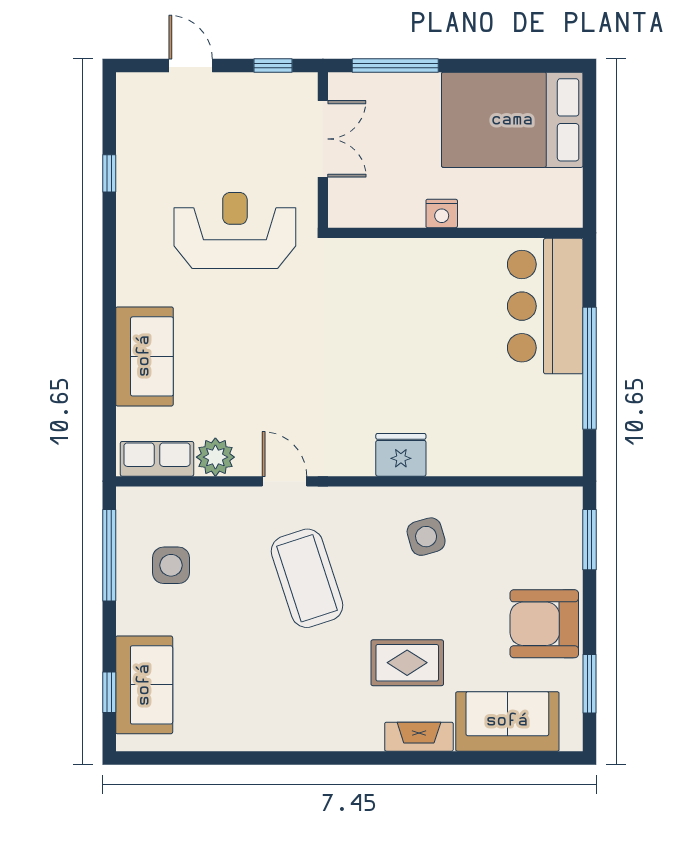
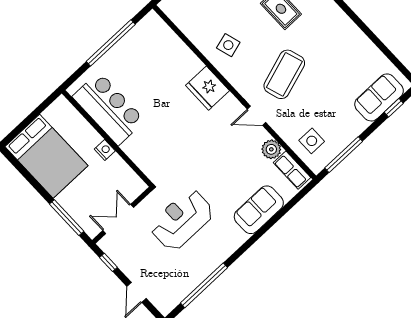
window: (109, 173) -> (204, 285), width x3.17
reception desk: (235, 231) -> (182, 220), turned 90
bar counter: (545, 306) -> (109, 109), moved, turned -90
fridge: (401, 455) -> (207, 88), width x1.36, depth x1.34
door: (285, 481) -> (257, 116), hinge flipped
side table: (171, 565) -> (312, 141), moved

